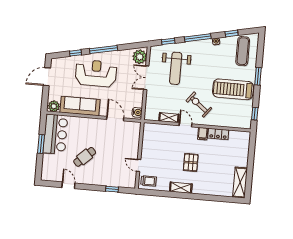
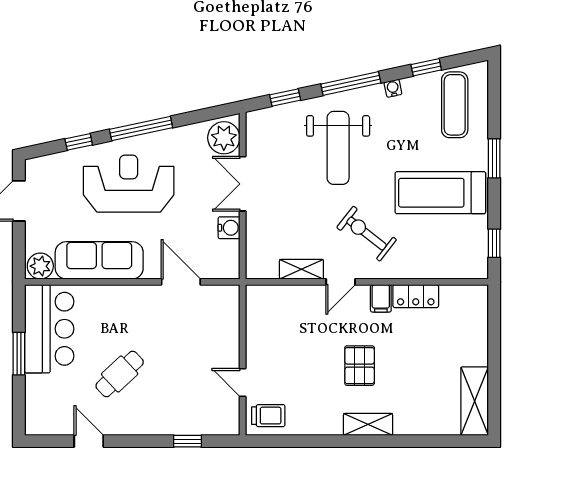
weight bench: (176, 68) -> (338, 148), moved
water cooler: (137, 112) -> (229, 228), moved
door: (186, 125) -> (341, 282), swing flipped
shelving: (181, 188) -> (368, 424), moved

